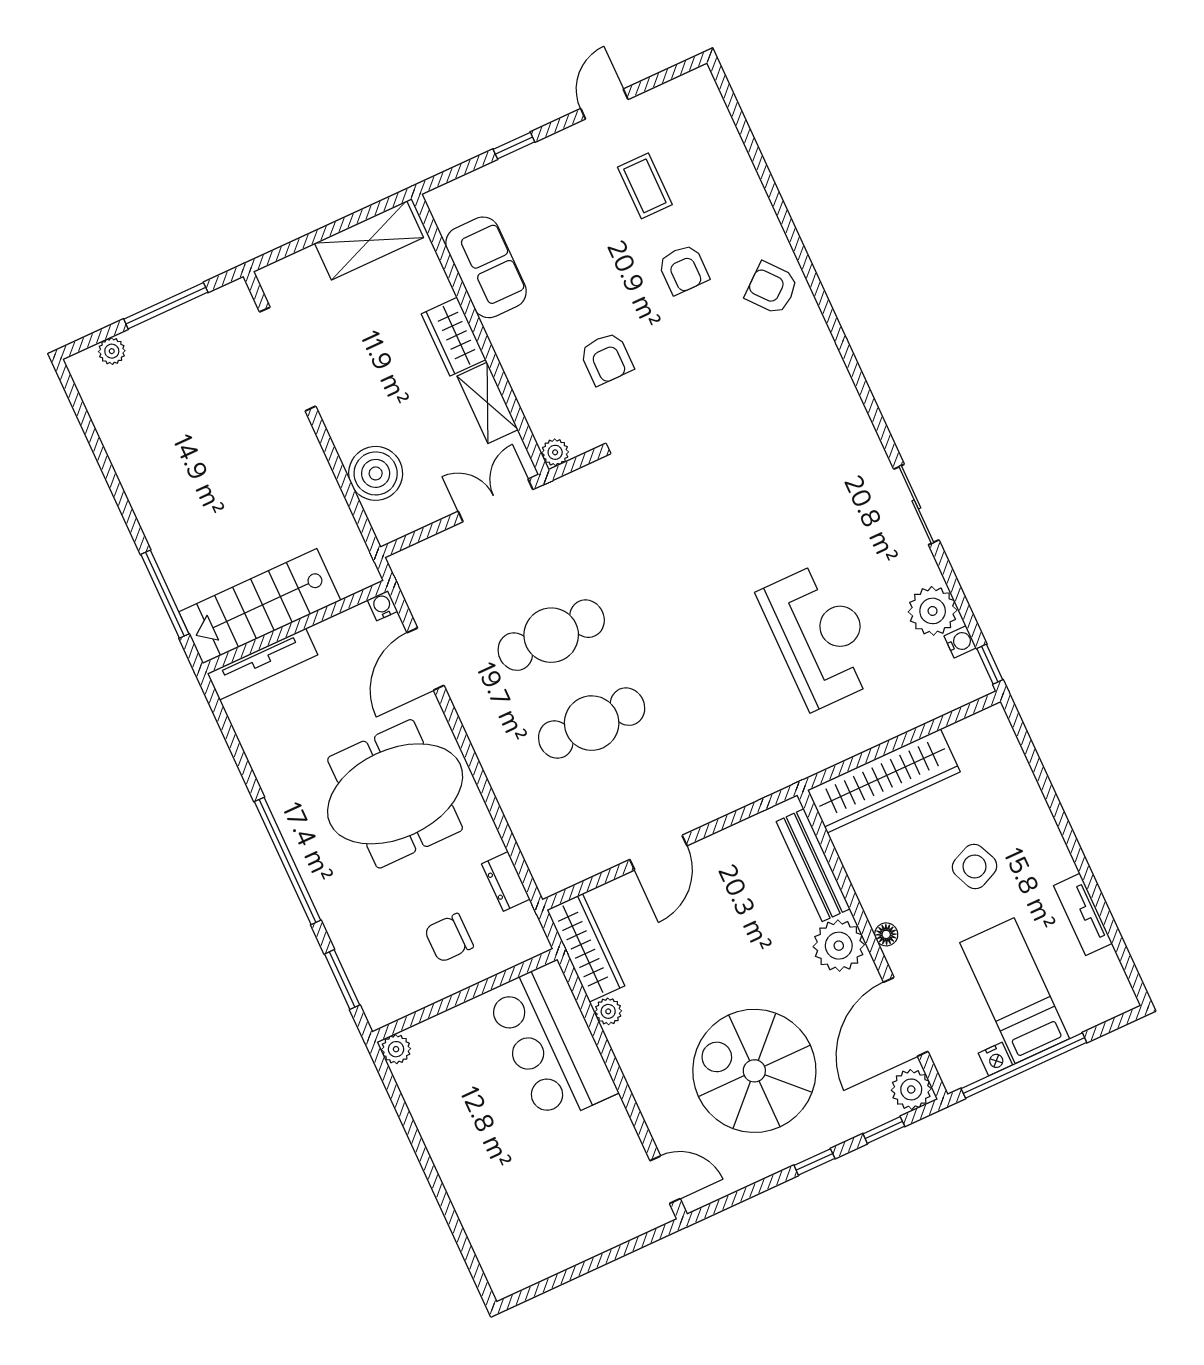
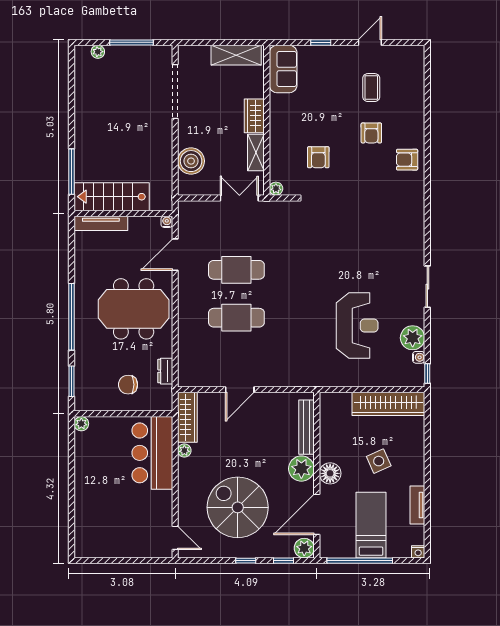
sofa: (486, 267) -> (283, 69), moved
armchair: (772, 288) -> (407, 160), turned -50
wardrobe: (884, 781) -> (388, 404), moved
floor lamp: (886, 934) -> (330, 473), width x1.89, depth x1.89
nightstand: (995, 1059) -> (418, 552), moved

